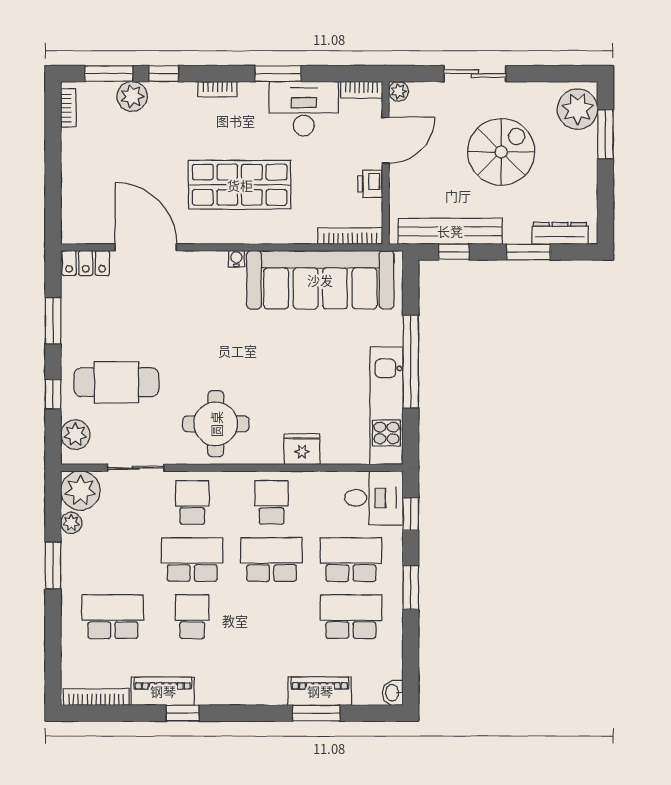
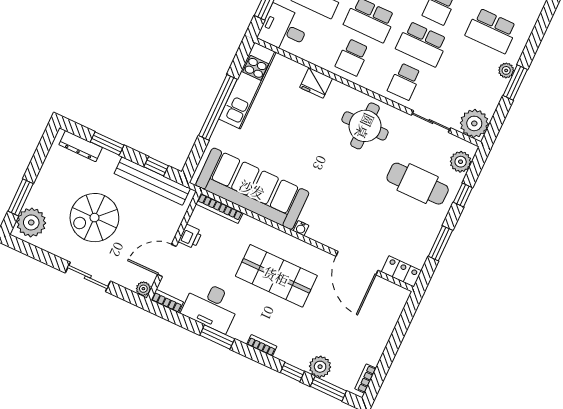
plant: (71, 523) -> (506, 70), moved

